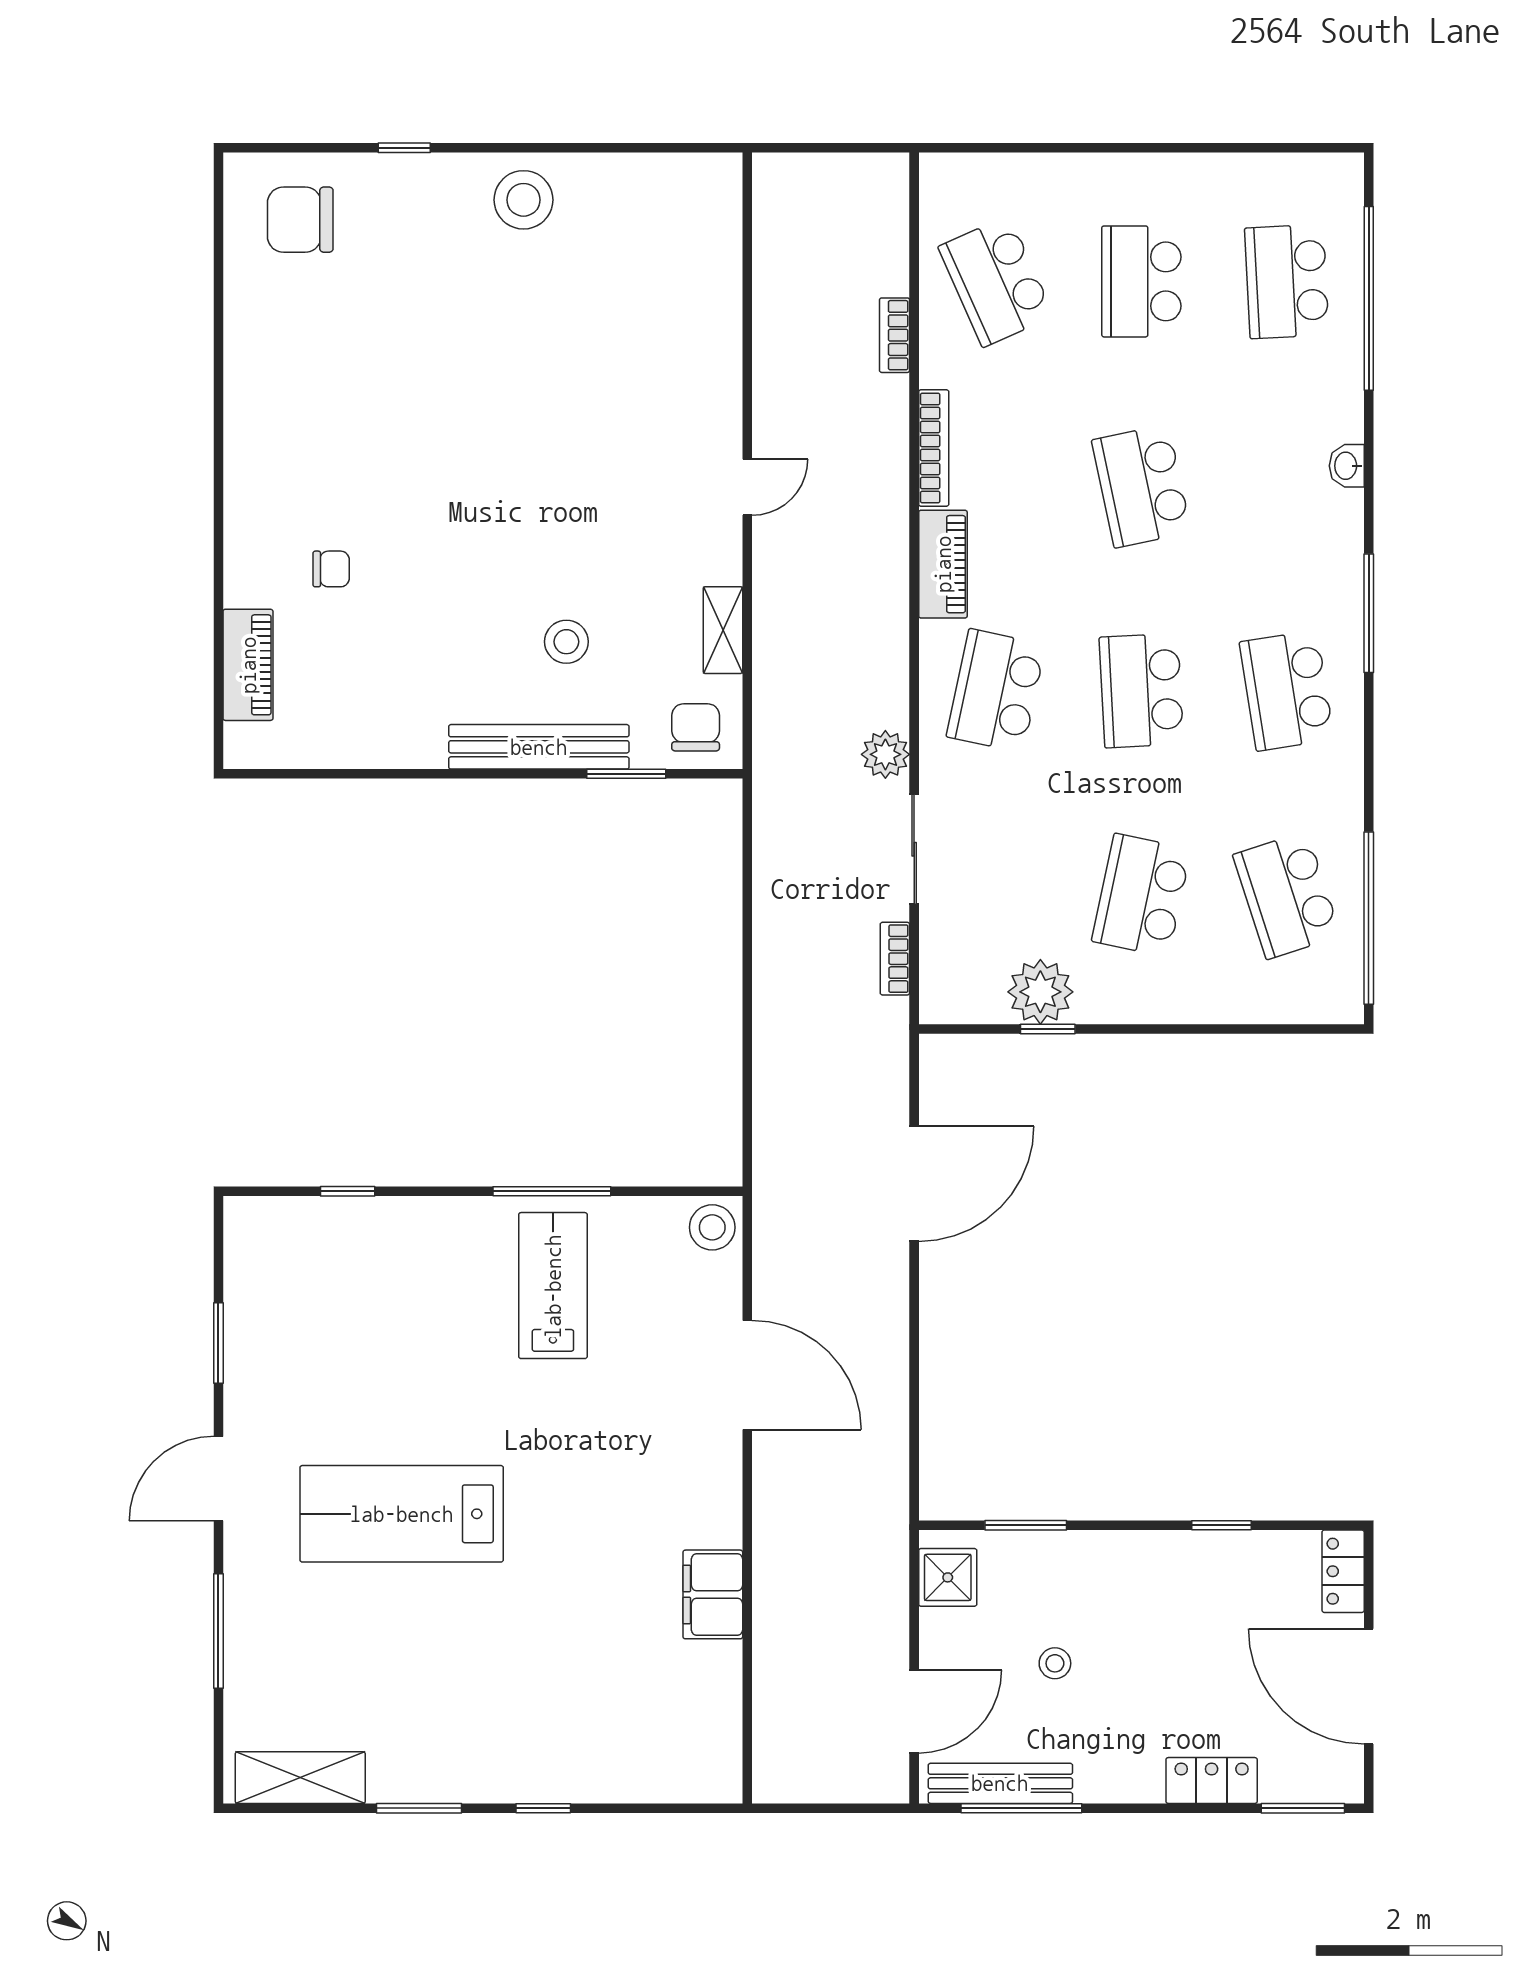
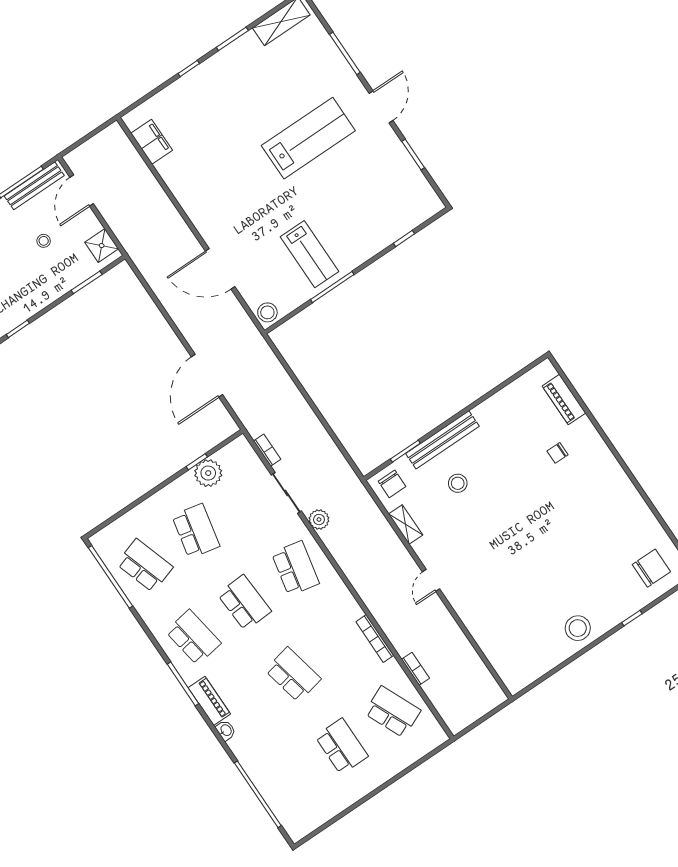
school desk: (1287, 281) -> (291, 781), removed
piano: (943, 564) -> (209, 701), moved, turned 180
filing cabinet: (713, 1594) -> (152, 142), moved

